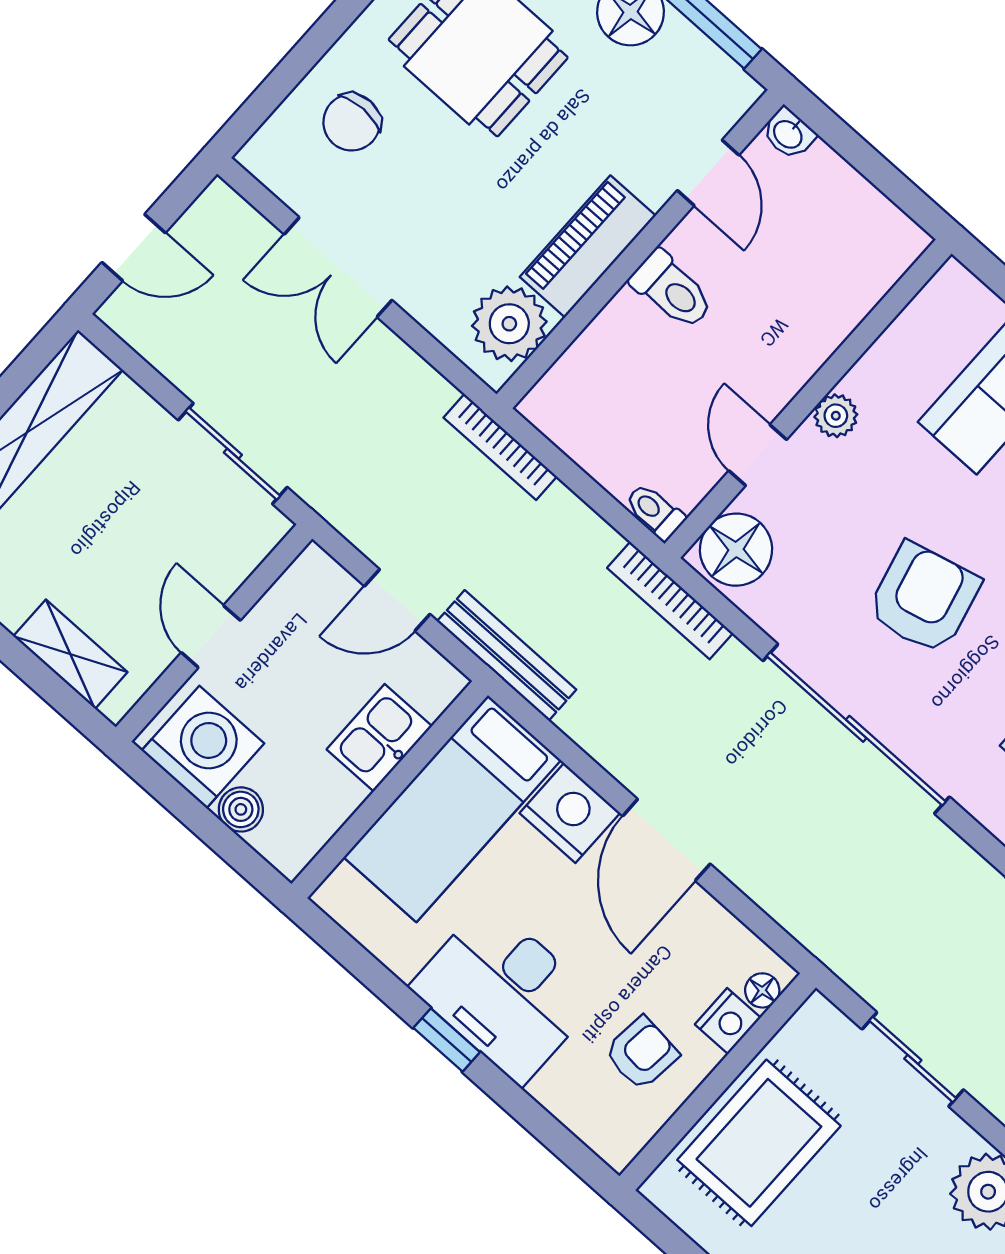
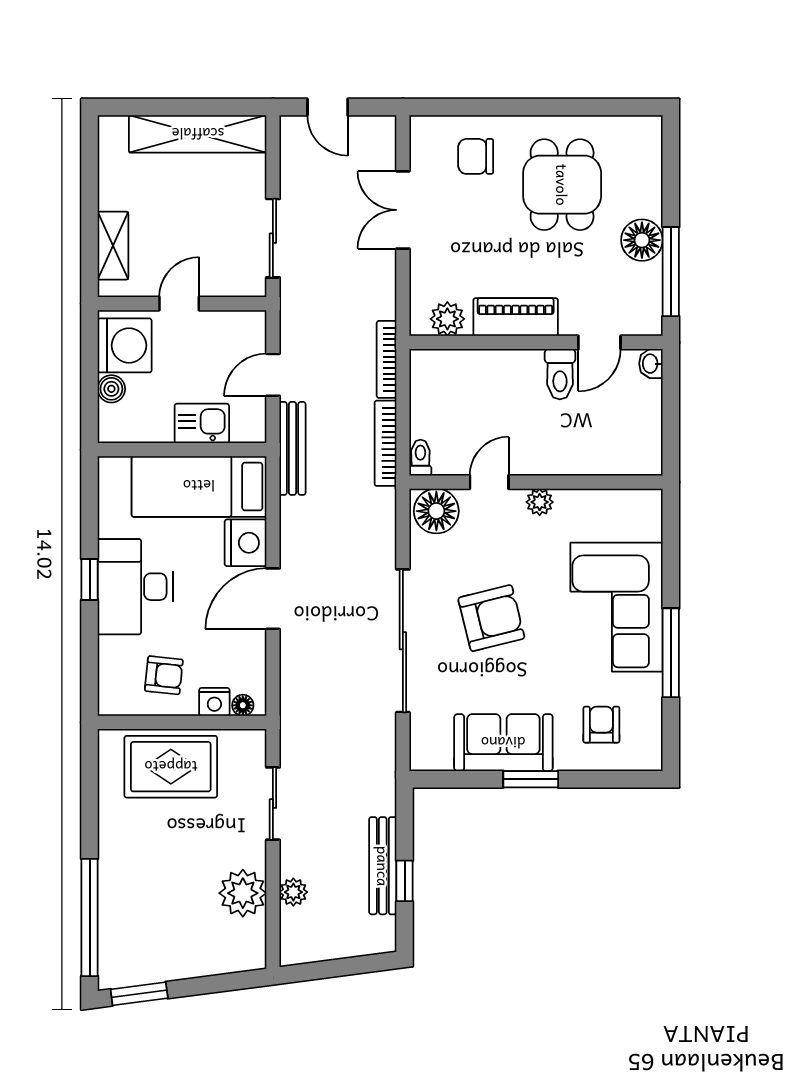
toilet: (672, 290) -> (560, 374), moved
plant: (509, 324) -> (447, 319), width x0.73, depth x0.73
door: (397, 600) -> (273, 375), hinge flipped
bookcase: (670, 601) -> (385, 443), moved

